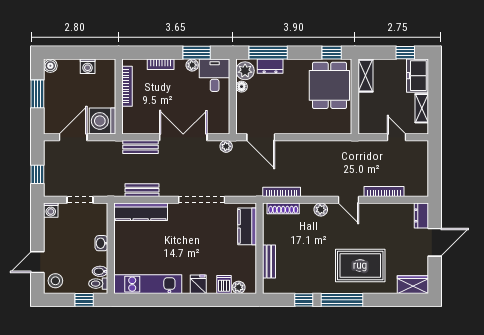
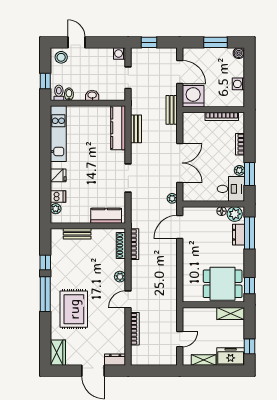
bench: (140, 147) -> (172, 110), moved
doorway: (202, 200) -> (128, 178), width x0.73

